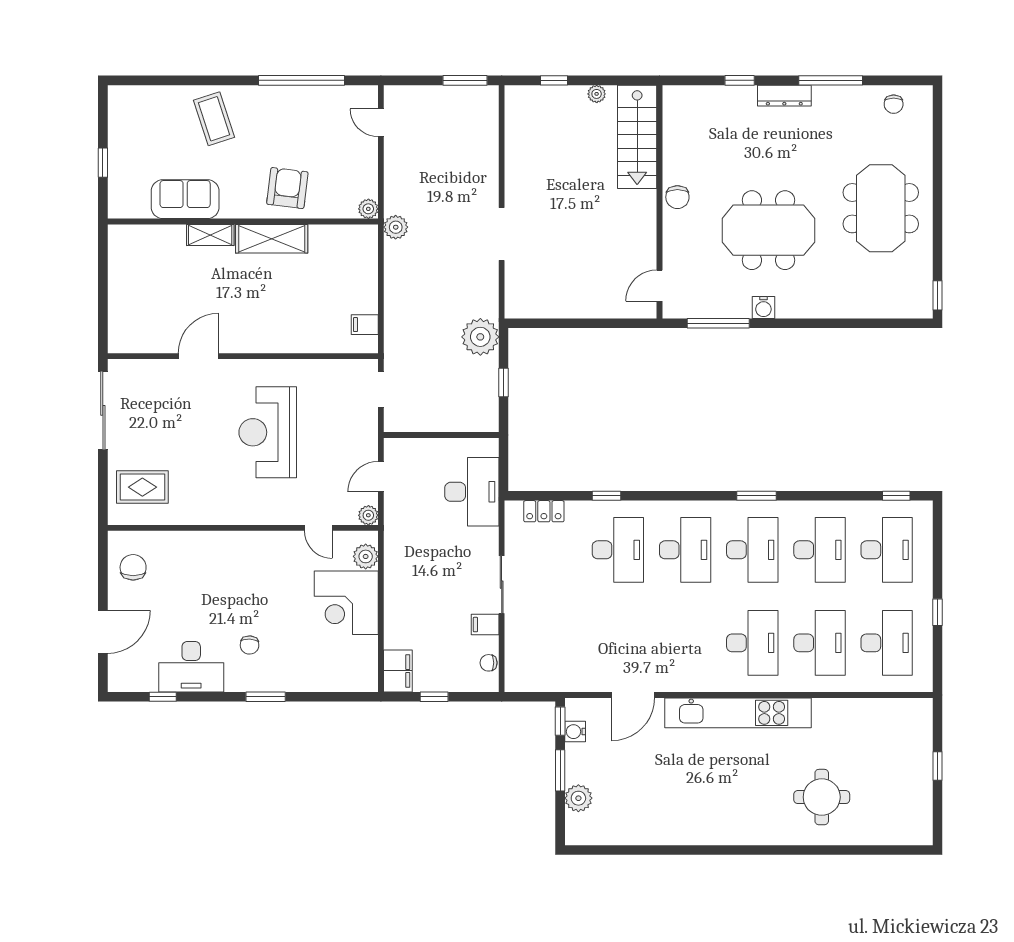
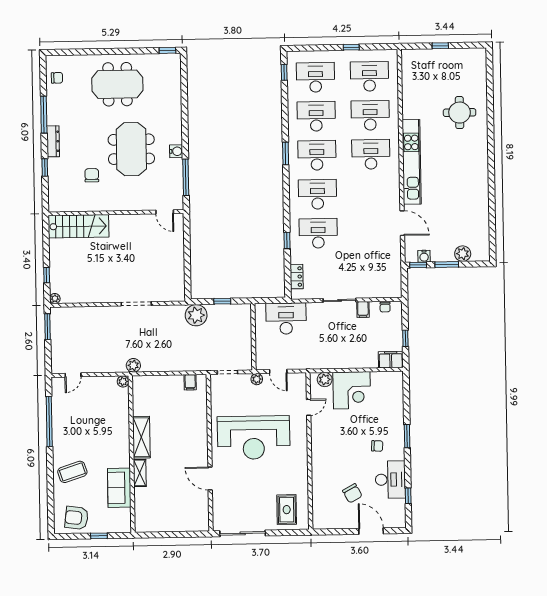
plant: (597, 94) -> (55, 298), moved
armchair: (287, 188) -> (77, 518), moved
chair: (677, 197) -> (92, 175), moved, turned -90
reception desk: (268, 432) -> (254, 438), width x1.36, depth x1.30
plant: (368, 515) -> (257, 379), moved
chair: (133, 567) -> (352, 493), moved, turned -119

